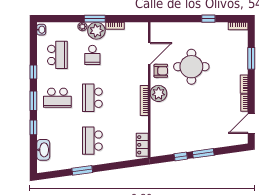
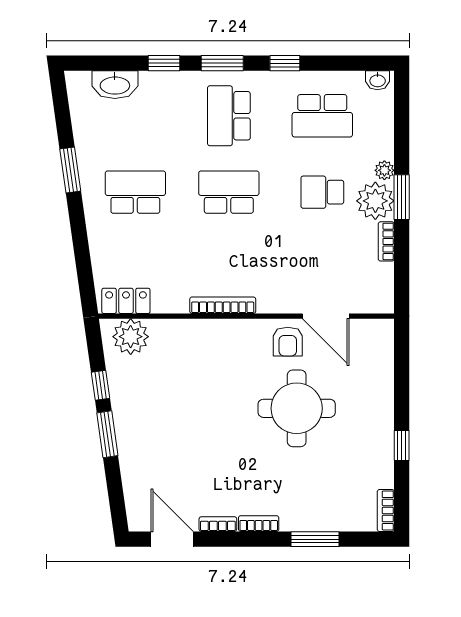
plant: (159, 93) -> (131, 337), moved

